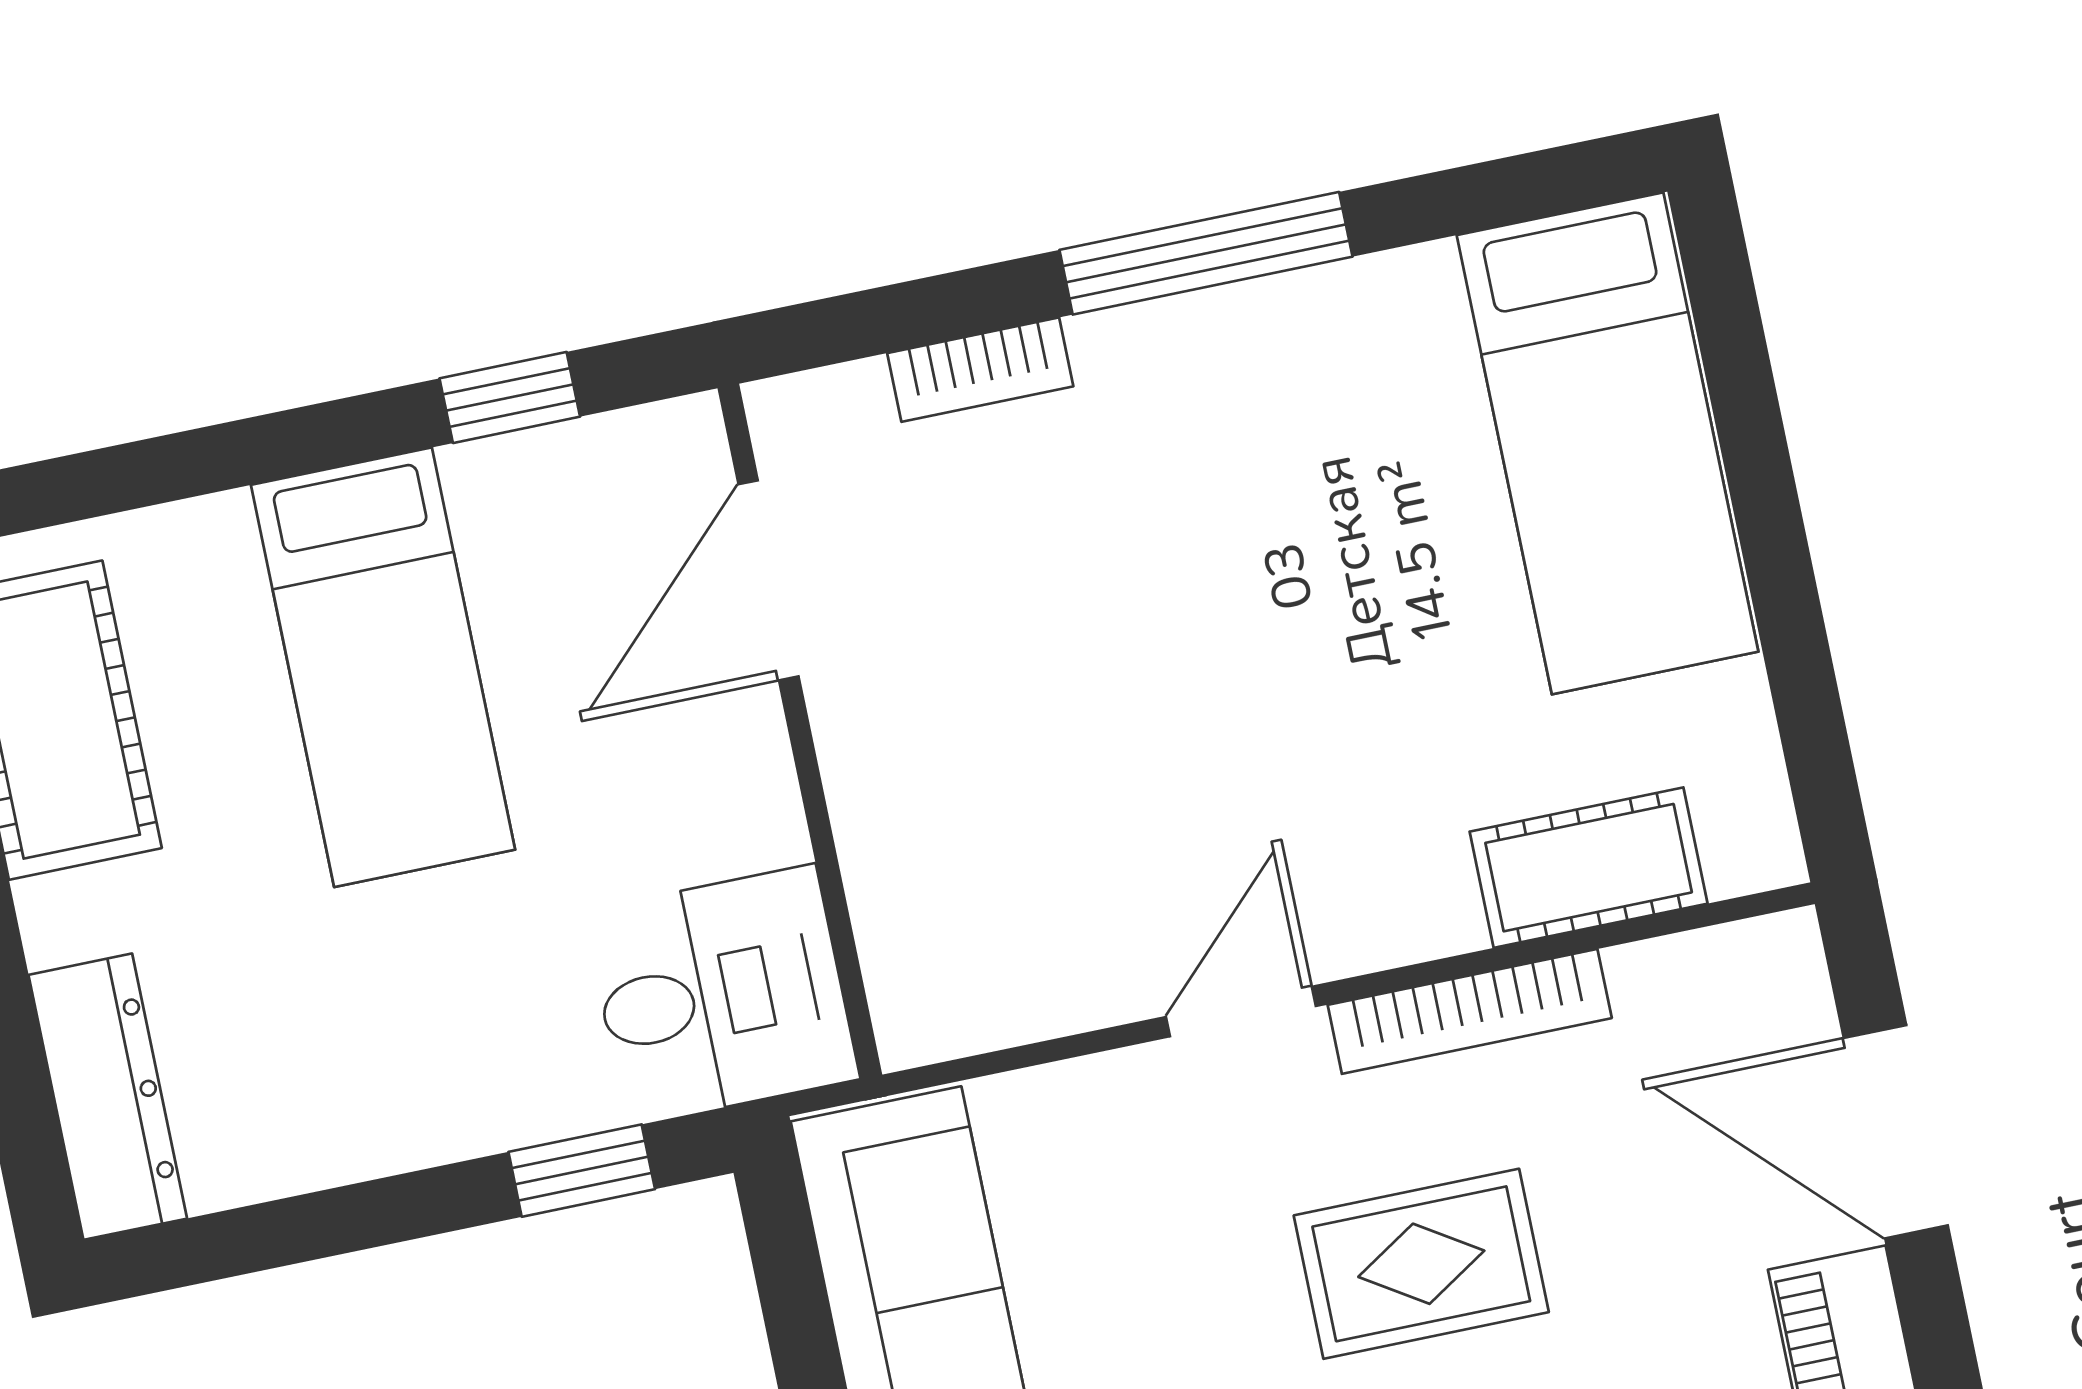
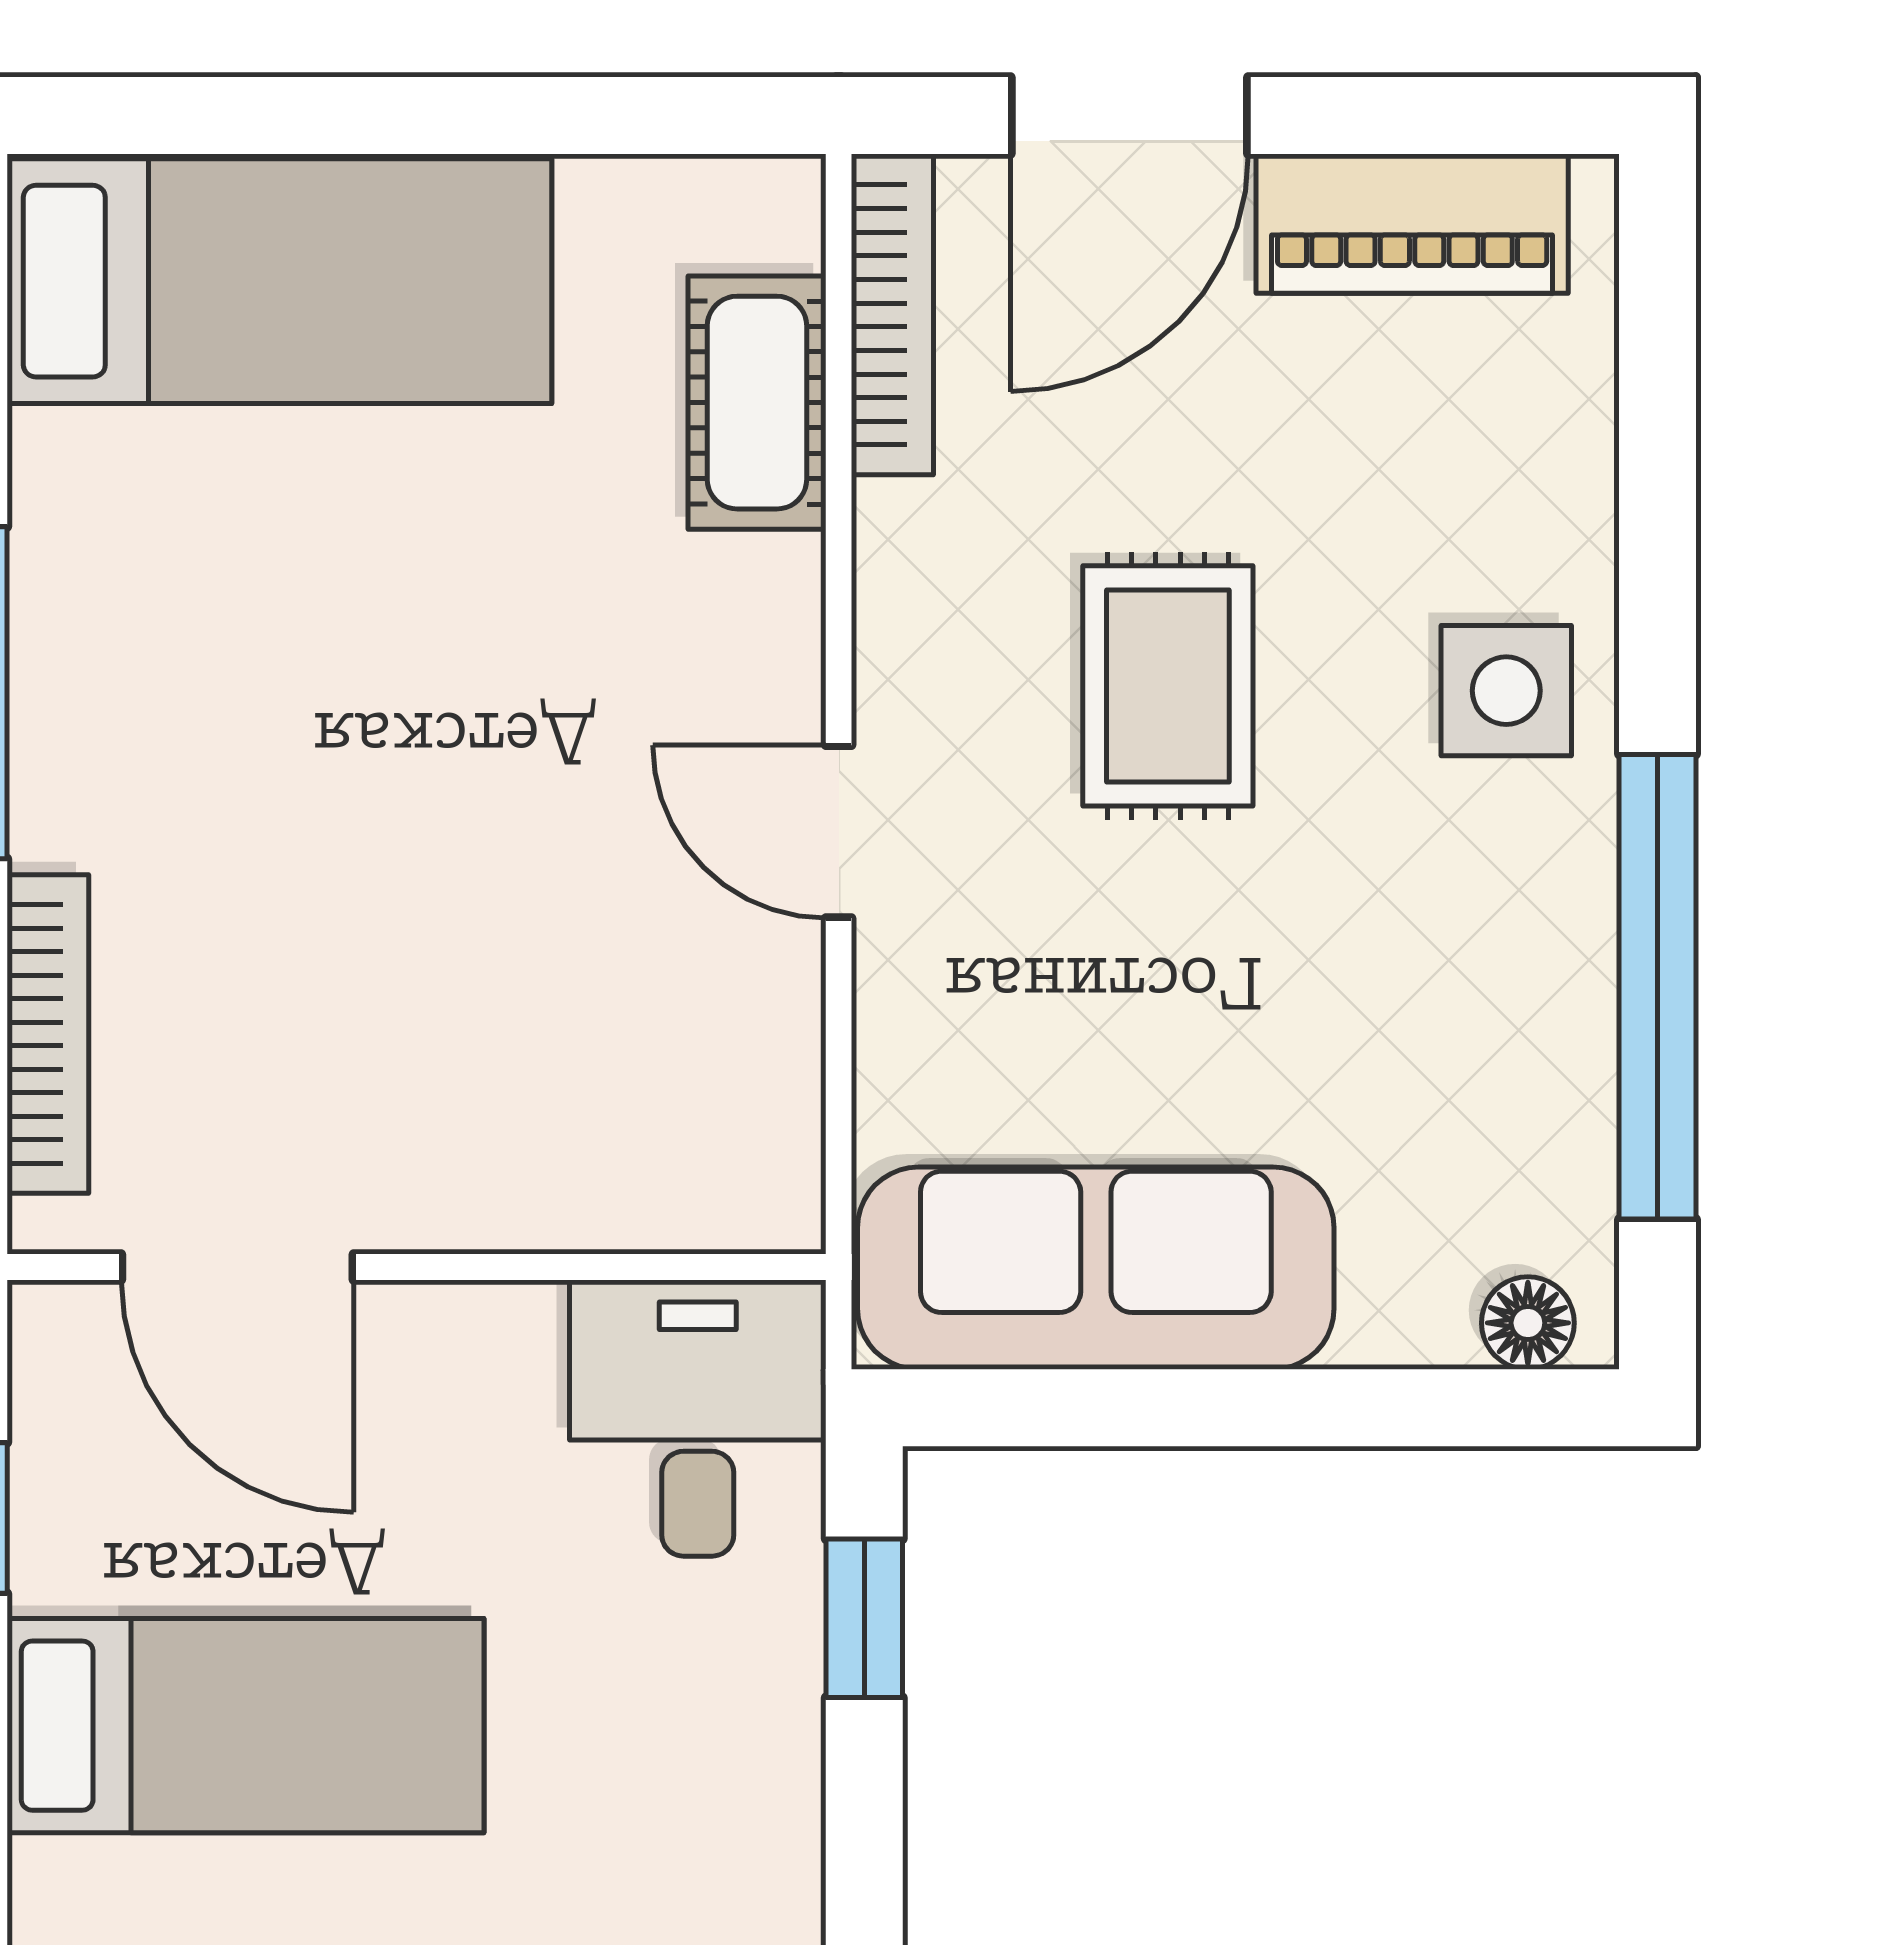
bookcase: (980, 370) -> (48, 1034), width x1.56
bookcase: (1470, 1011) -> (892, 315), moved

